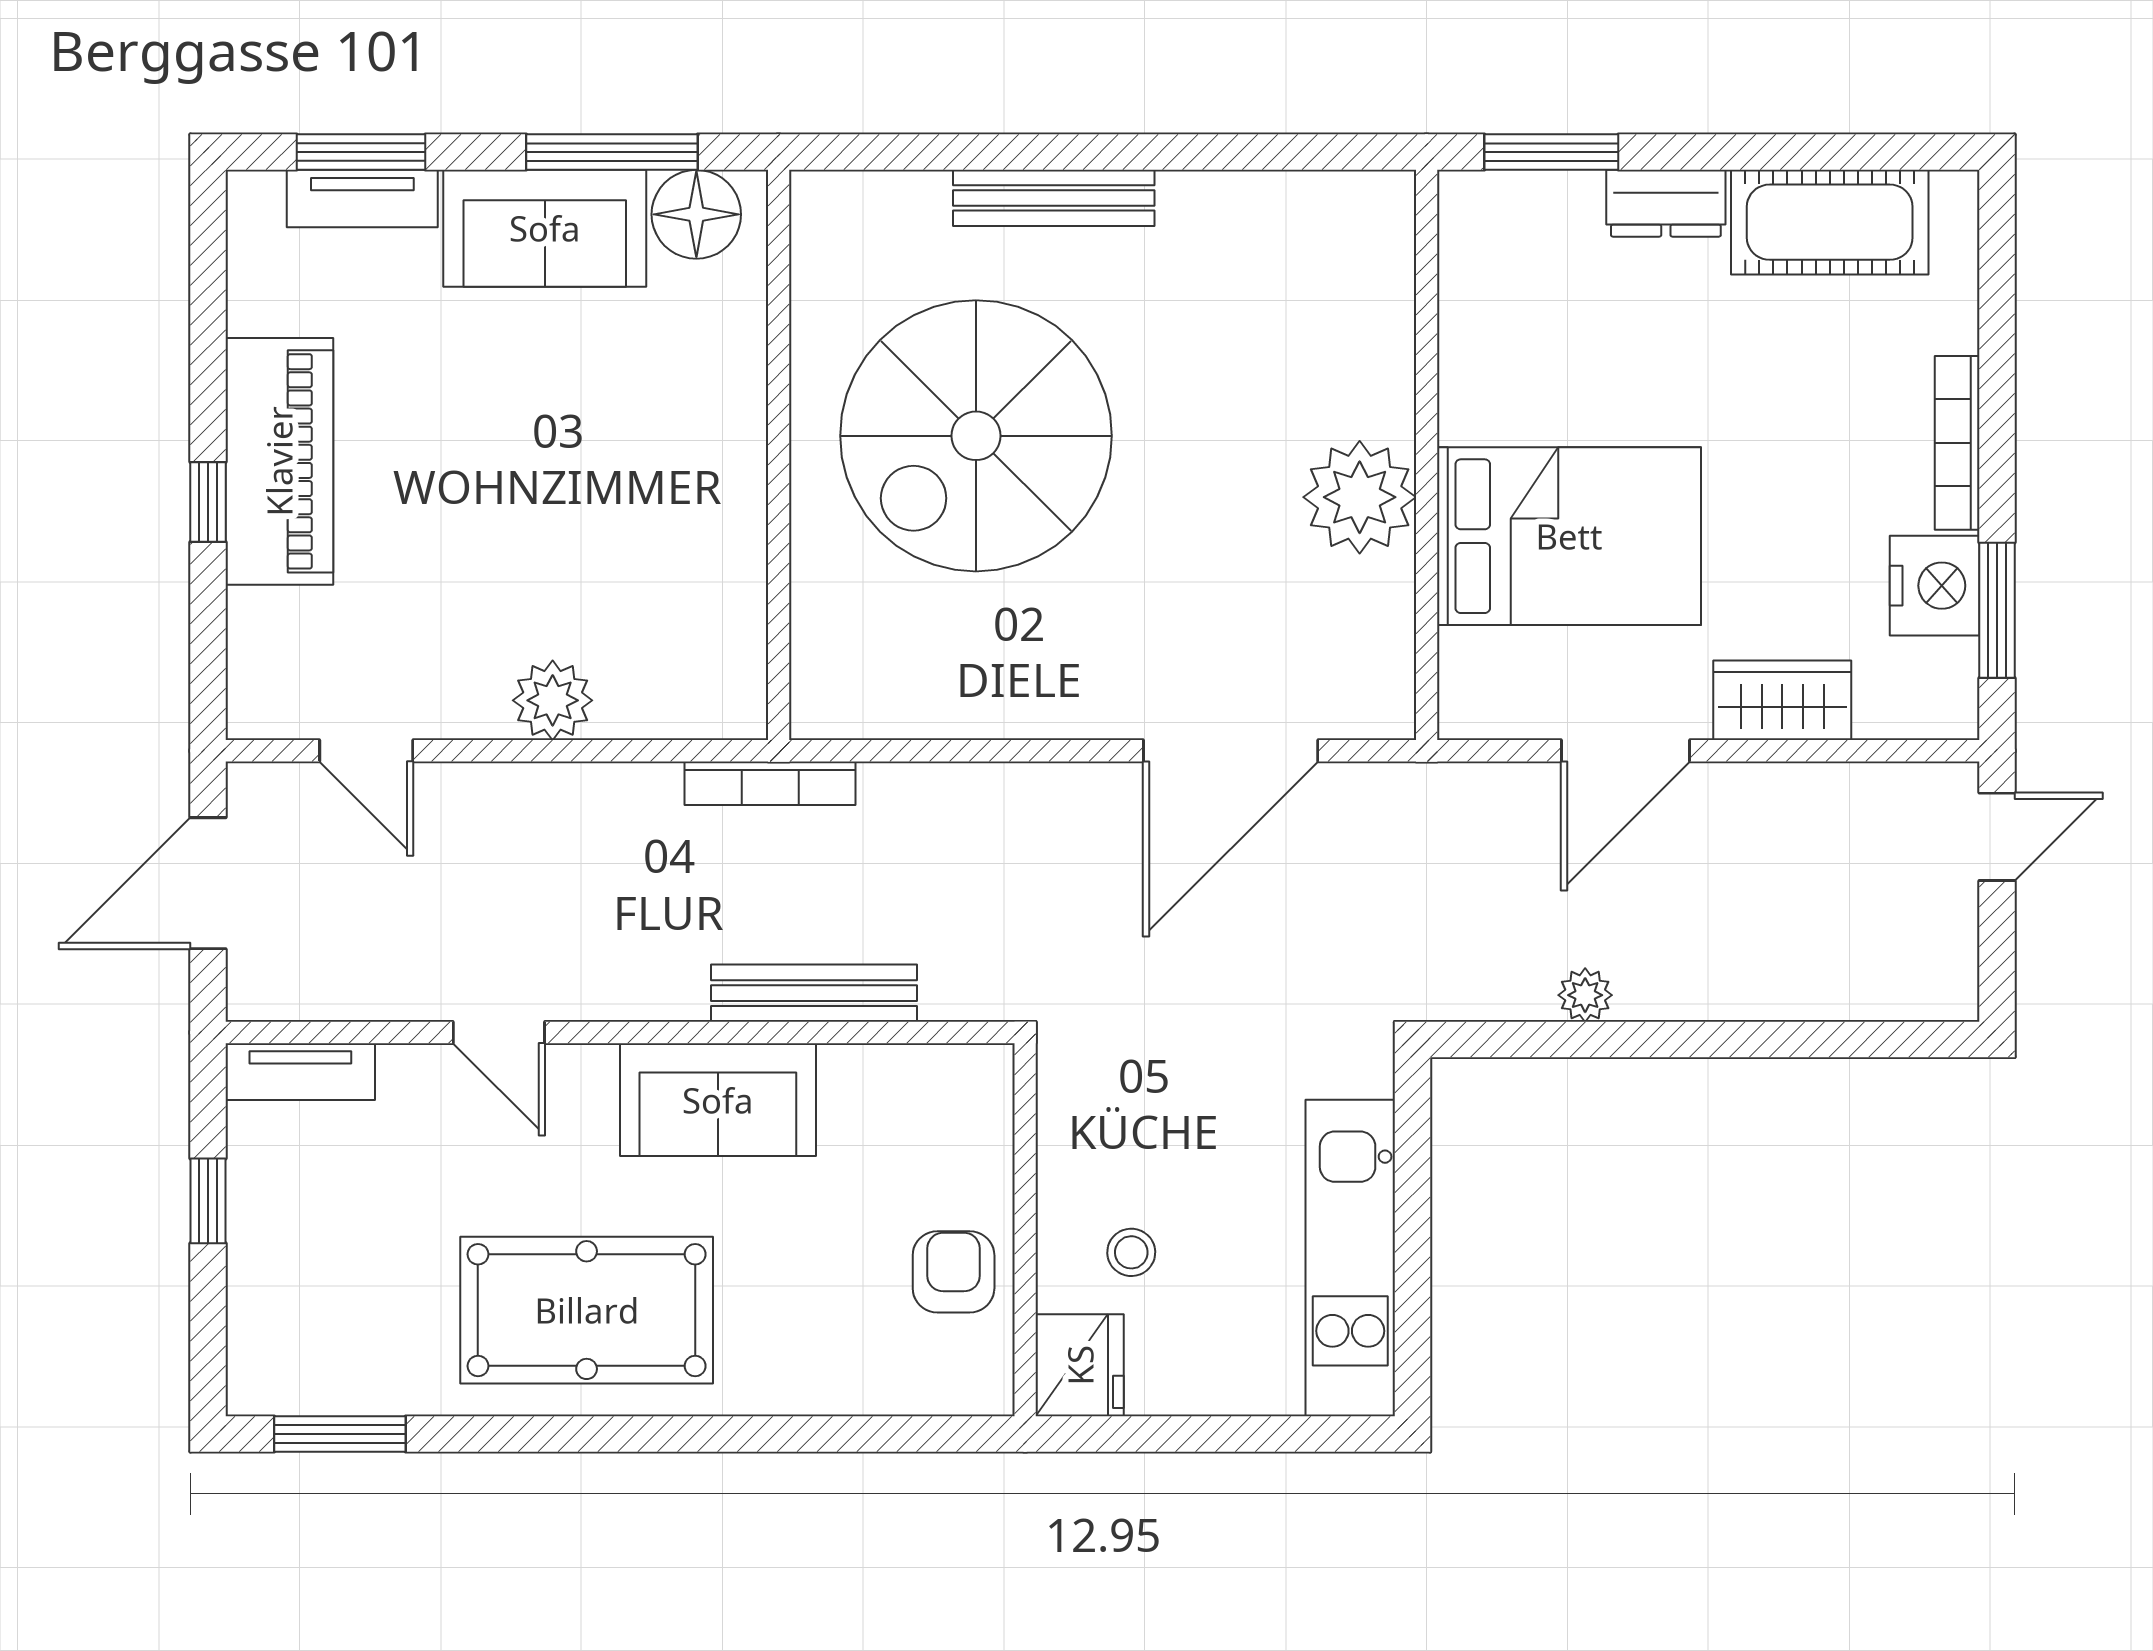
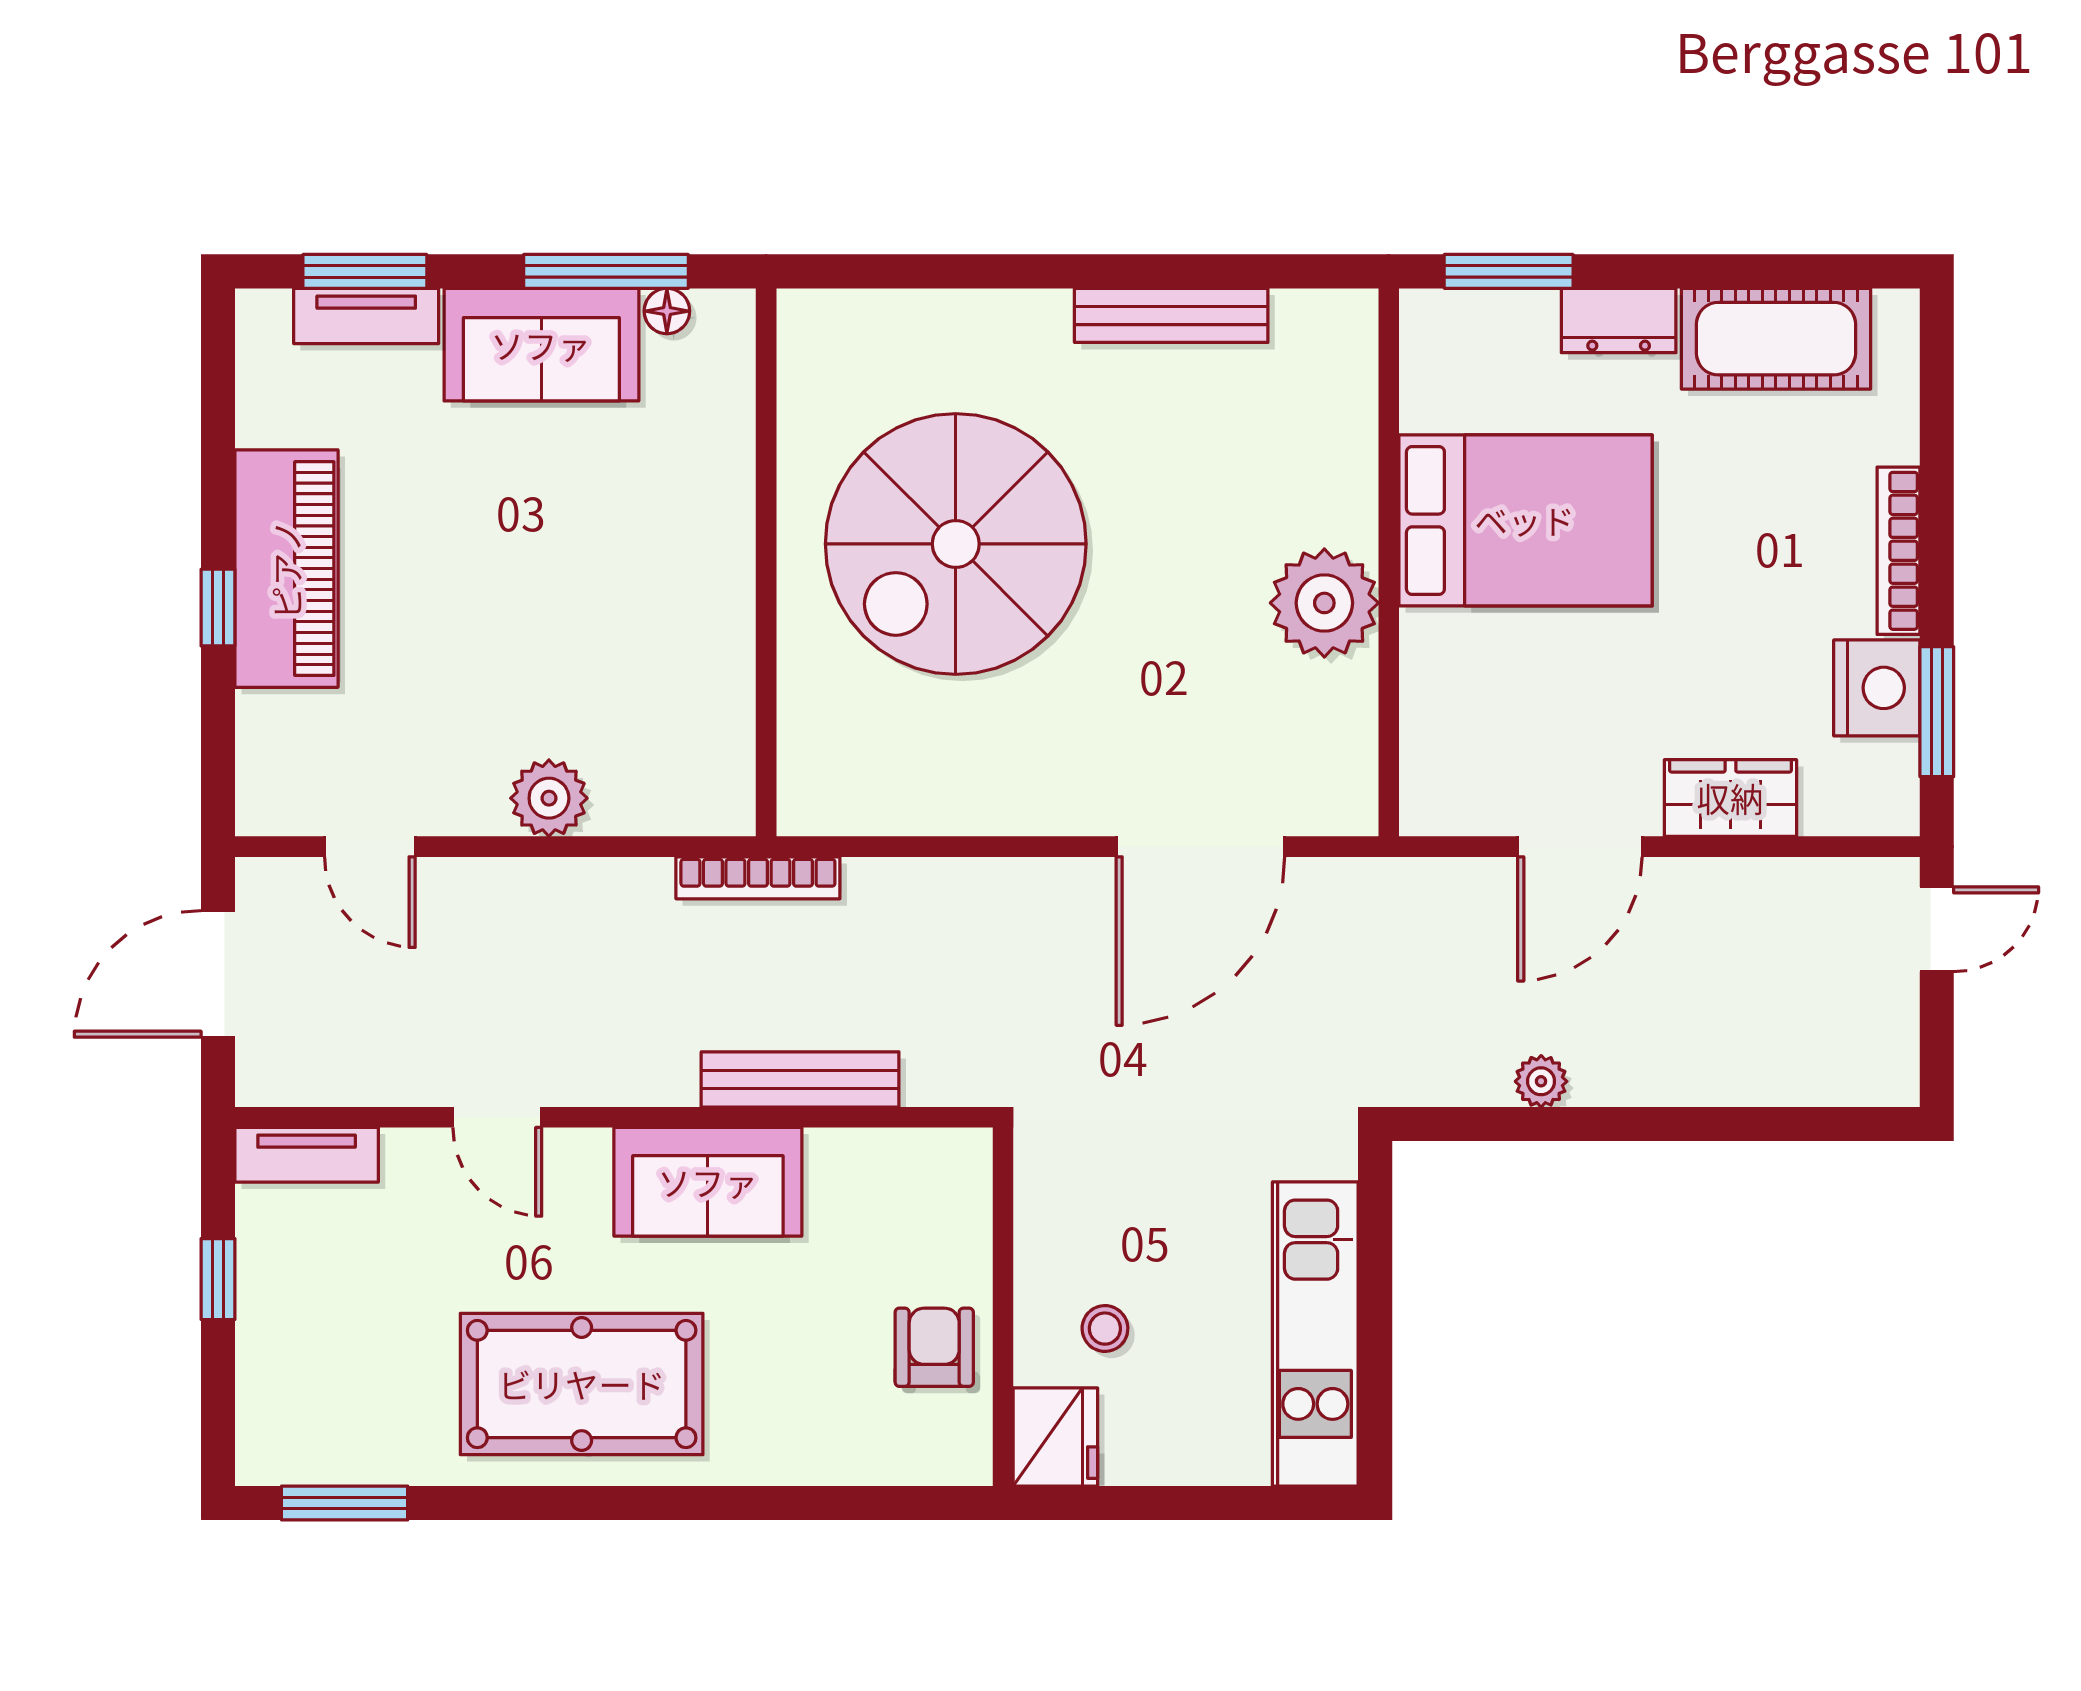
bench: (1054, 198) -> (1171, 315), moved
floor lamp: (696, 214) -> (667, 311), width x0.53, depth x0.53
bed: (1569, 536) -> (1525, 520), moved

